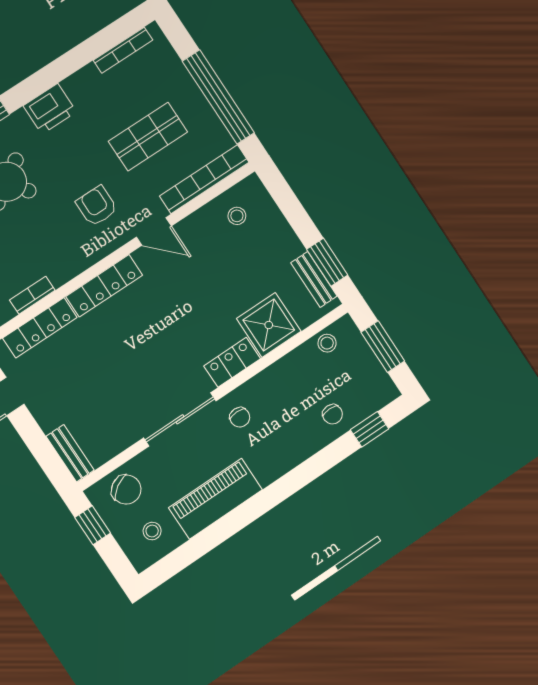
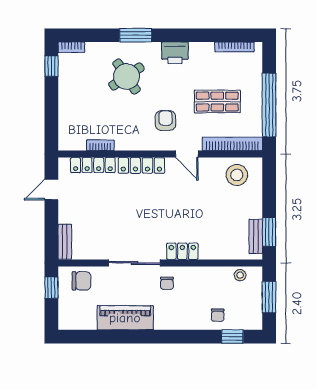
stool: (237, 216) -> (237, 175), width x1.89, depth x1.89
shower: (269, 325) -> (215, 245), removed
chair: (126, 490) -> (81, 281), turned -57
stool: (152, 531) -> (80, 312), removed

